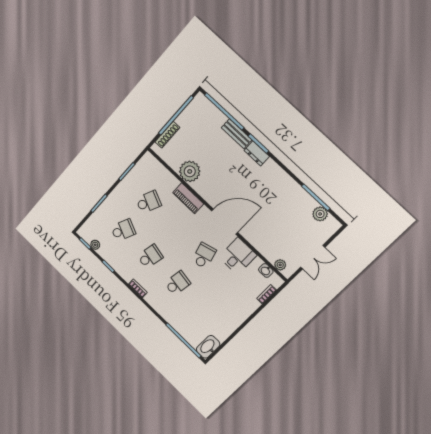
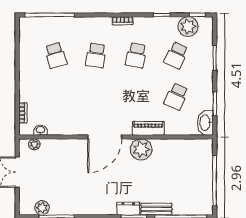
shoe rack: (167, 135) -> (208, 161), removed
plant: (190, 171) -> (141, 149), moved
plant: (95, 245) -> (188, 26), width x1.88, depth x1.88
school desk: (204, 256) -> (56, 55), moved
desk: (238, 256) -> (71, 121), removed
washbasin: (208, 347) -> (205, 123), moved, turned 180

